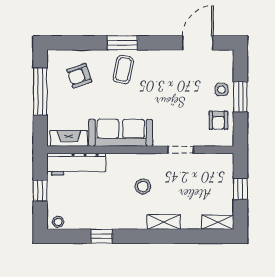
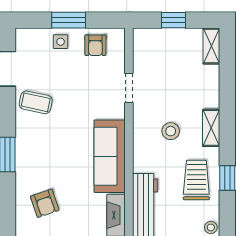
coffee table: (123, 69) -> (36, 102), moved
armchair: (218, 120) -> (95, 45), turned 90
trolley: (100, 209) -> (196, 180), added
shelving: (164, 222) -> (211, 128), moved

